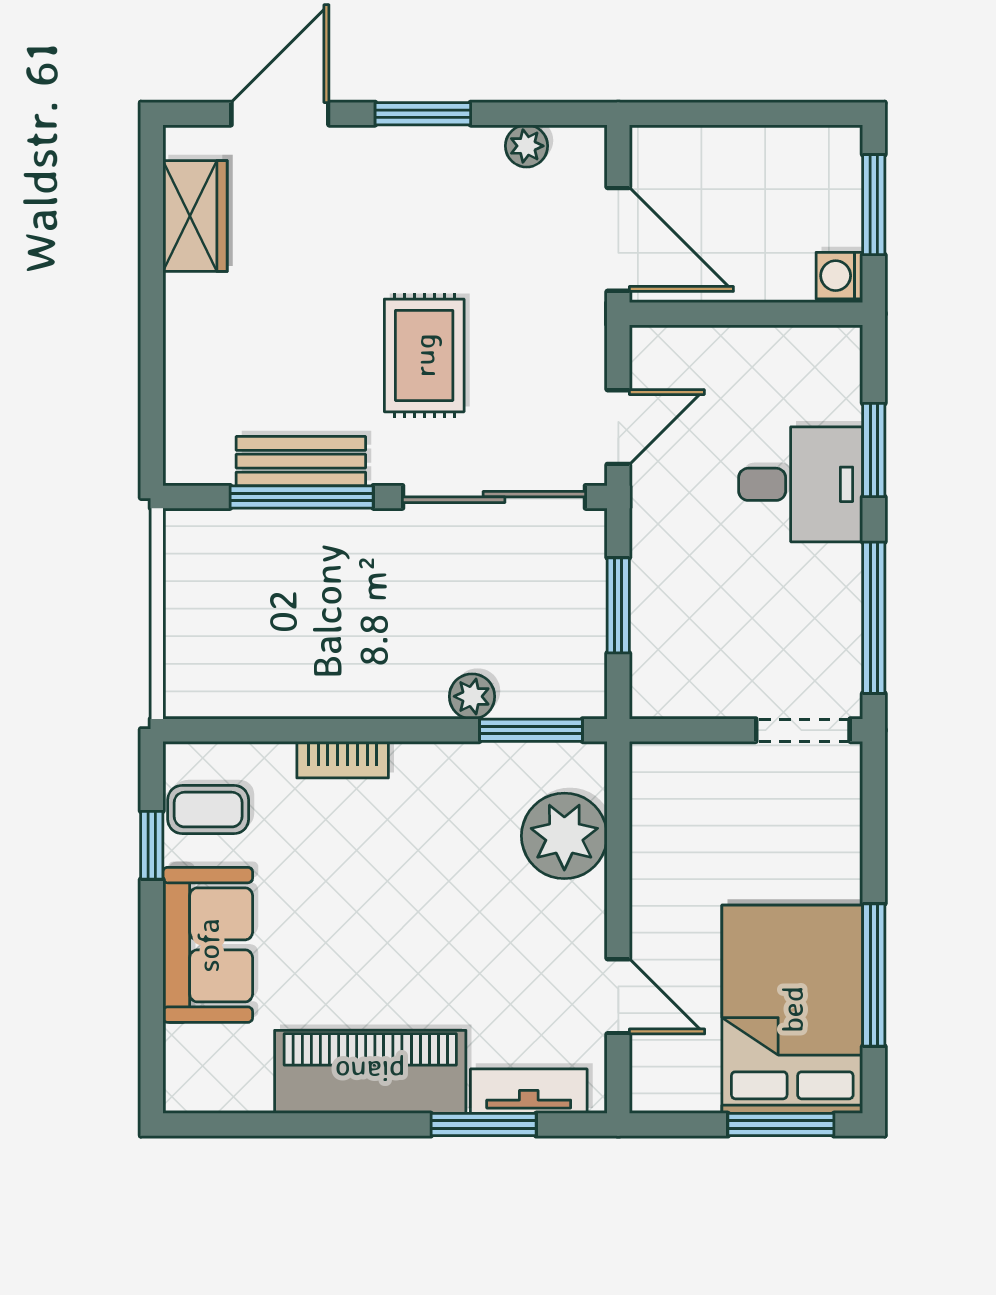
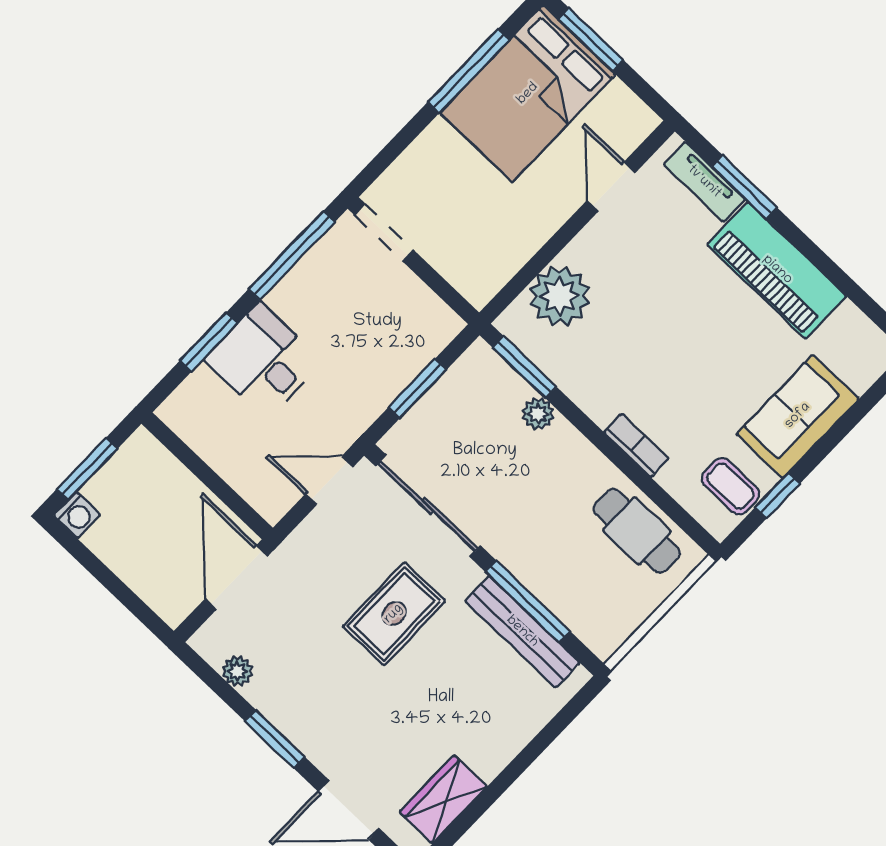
washing machine: (839, 276) -> (77, 515), moved
bench: (301, 461) -> (522, 632), width x1.36
cafe table: (259, 674) -> (637, 531), added

